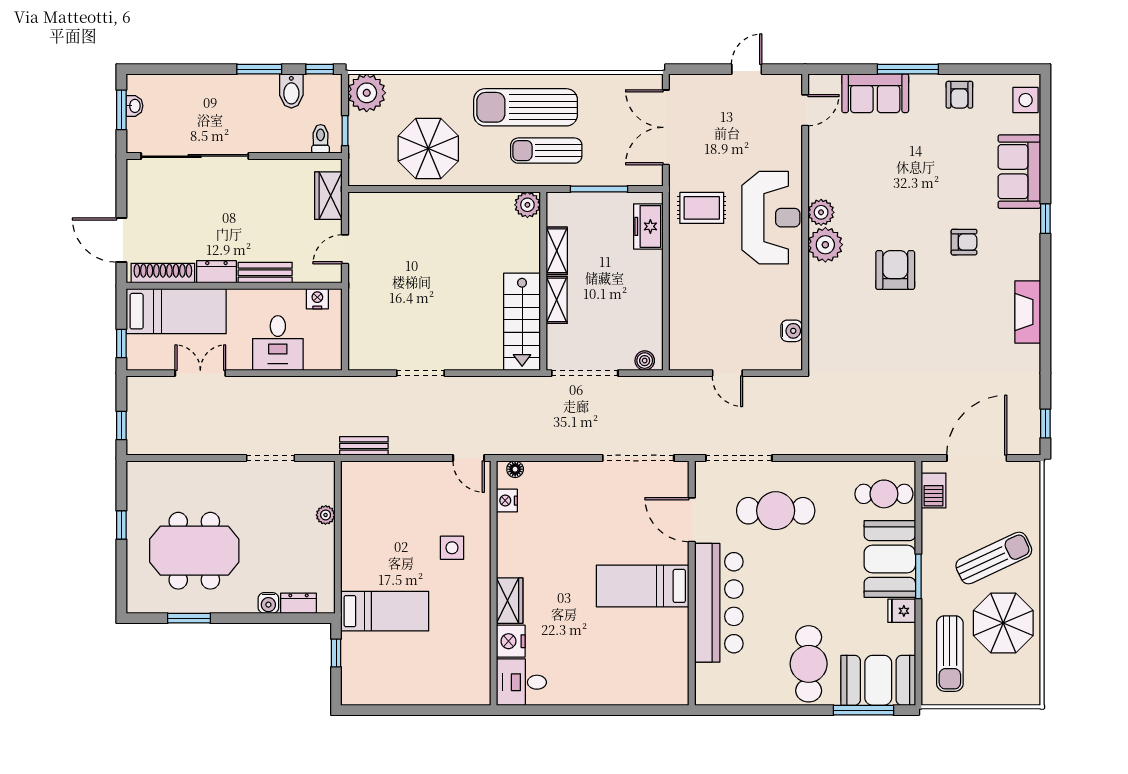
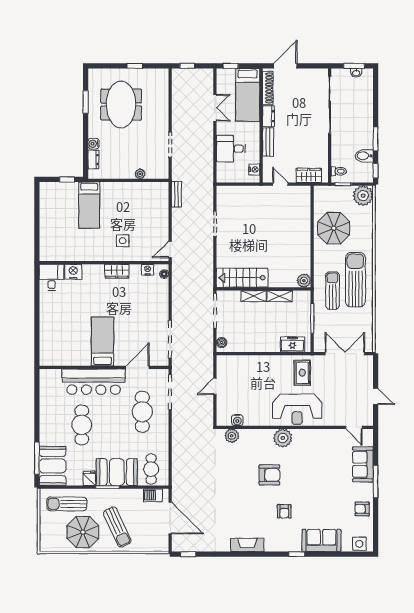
plant: (821, 212) -> (232, 436), moved
wardrobe: (510, 601) -> (117, 271), moved
cafe table: (809, 664) -> (82, 425), moved, turned 90

